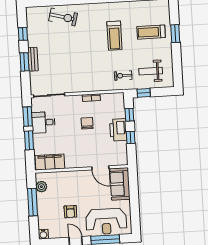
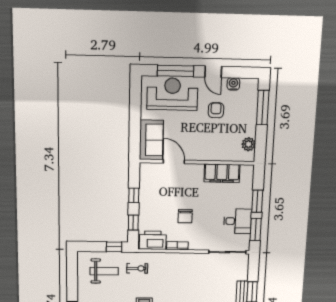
printer: (118, 130) -> (153, 240), moved, turned -90
filing cabinet: (50, 162) -> (222, 173), moved
window: (33, 202) -> (263, 108), moved
water cooler: (43, 234) -> (233, 84), moved

